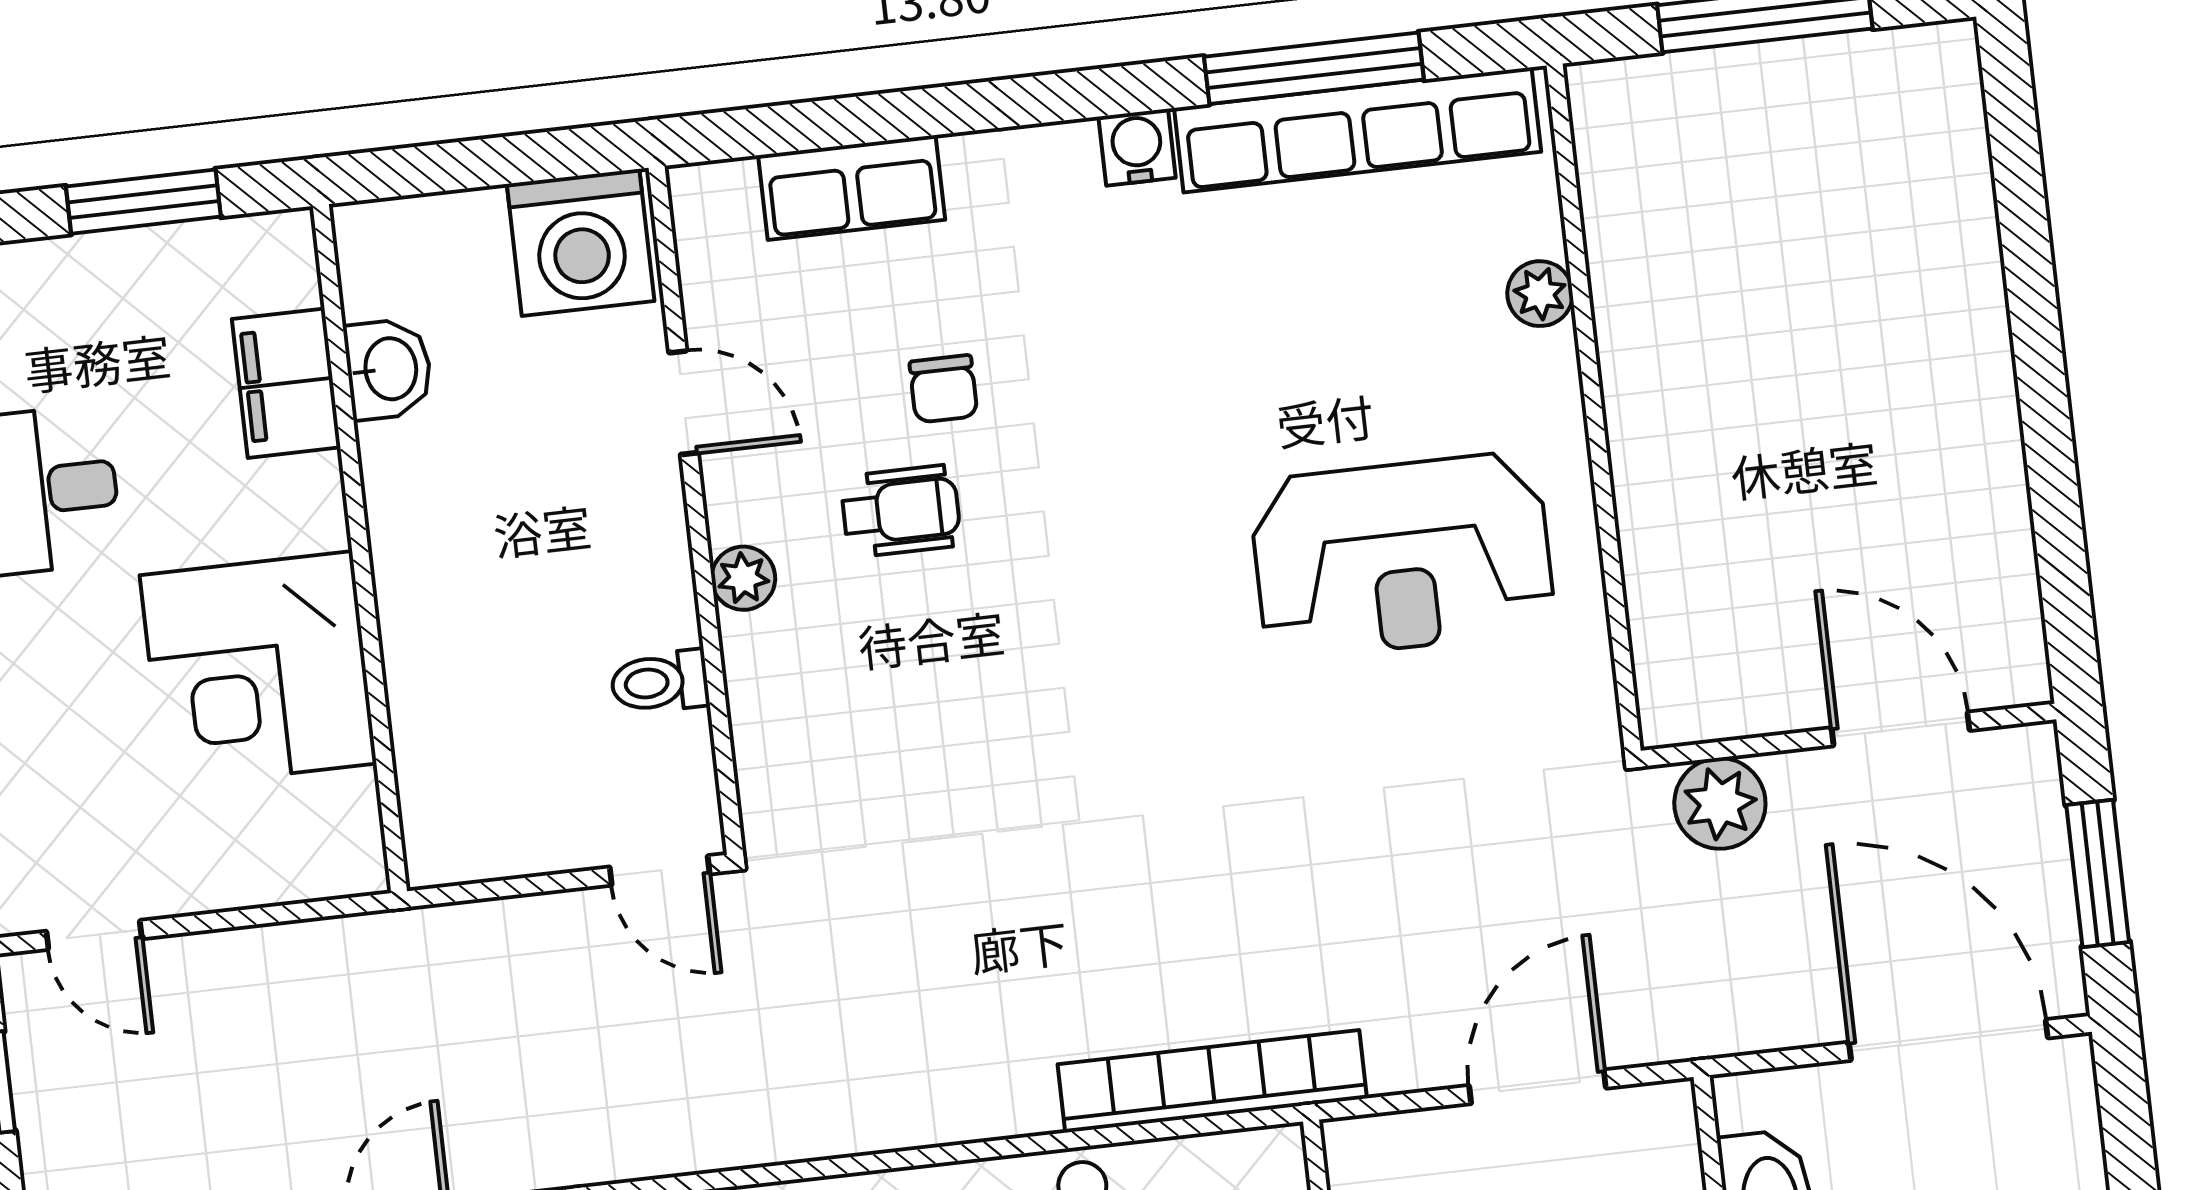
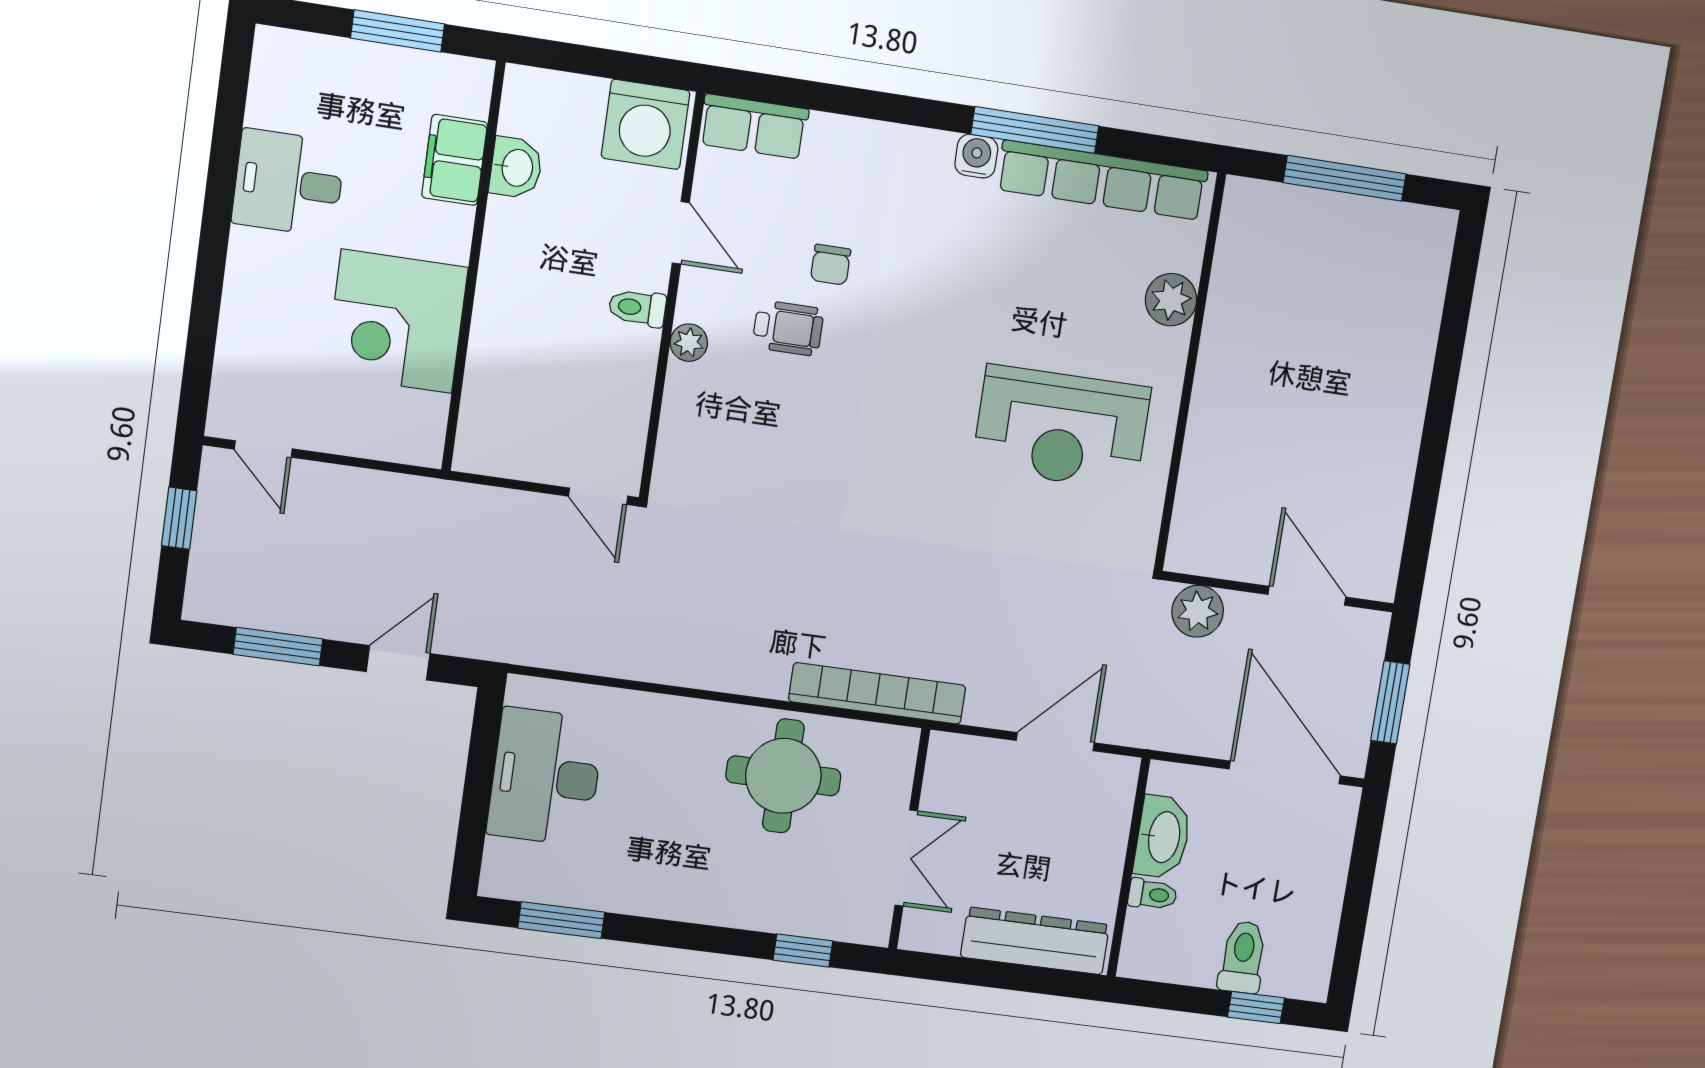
window: (1314, 68) -> (1035, 130), moved
row of seats: (852, 188) -> (754, 127), moved
plant: (1540, 294) -> (1171, 300), width x1.38, depth x1.38
toilet: (660, 682) -> (637, 308), moved

